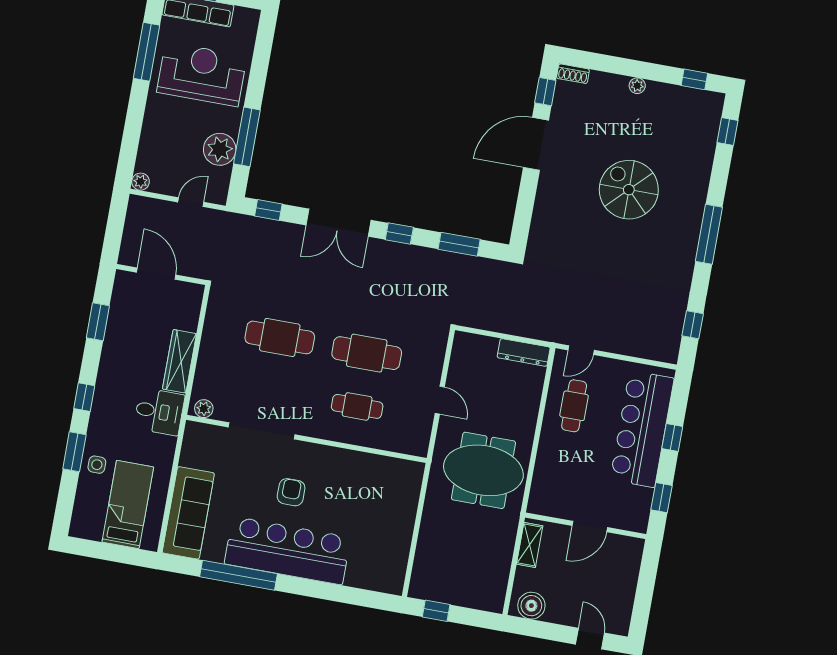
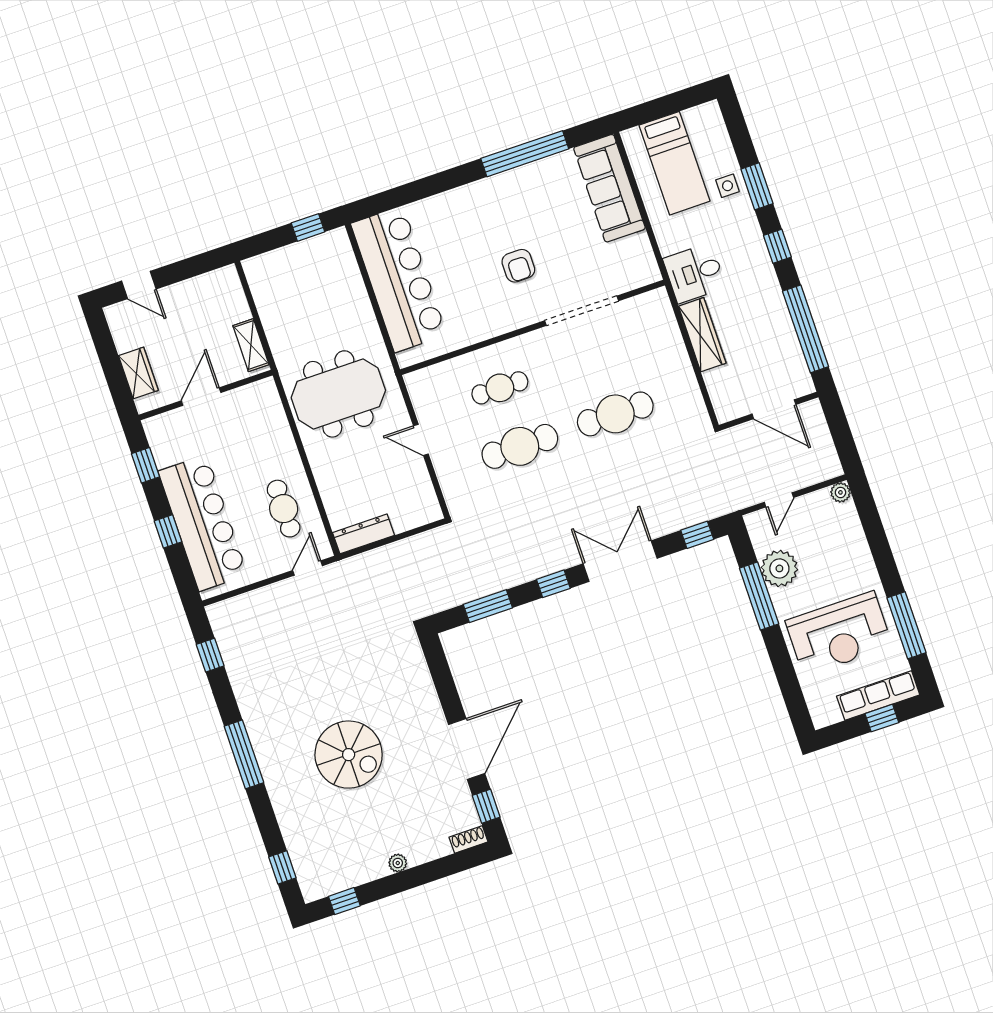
window: (98, 322) -> (806, 329), width x2.11
plant: (204, 409) -> (652, 301), removed
bar counter: (287, 551) -> (399, 279), moved, turned -90
wardrobe: (628, 571) -> (138, 373), added
boiler: (531, 606) -> (216, 285), removed

